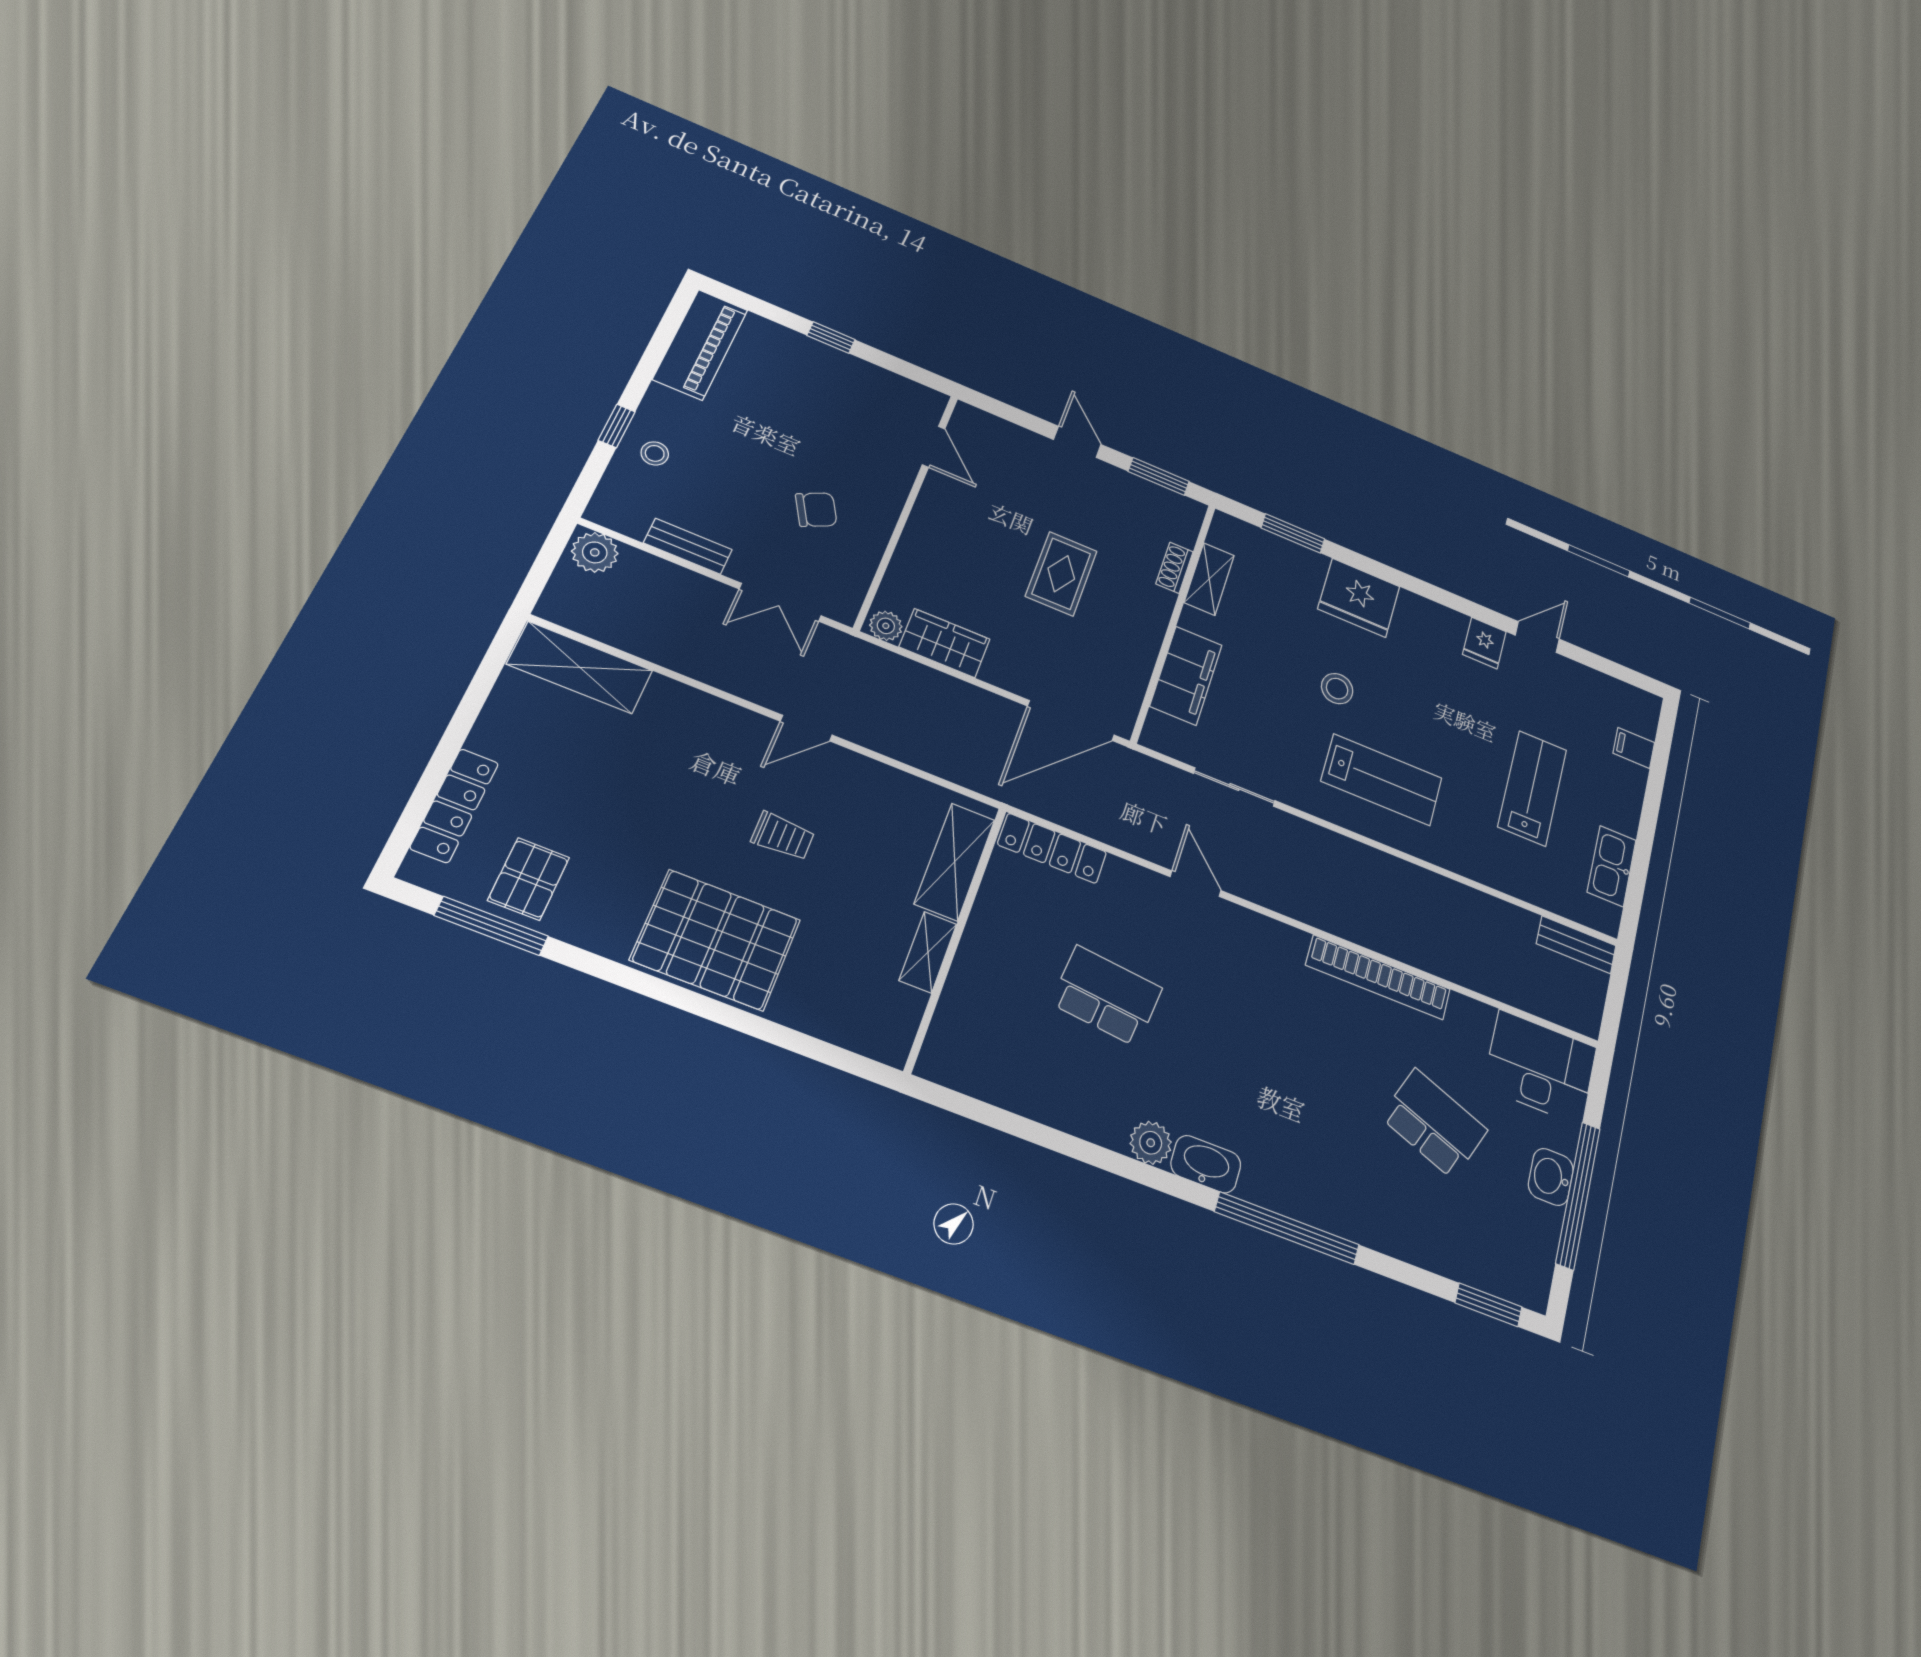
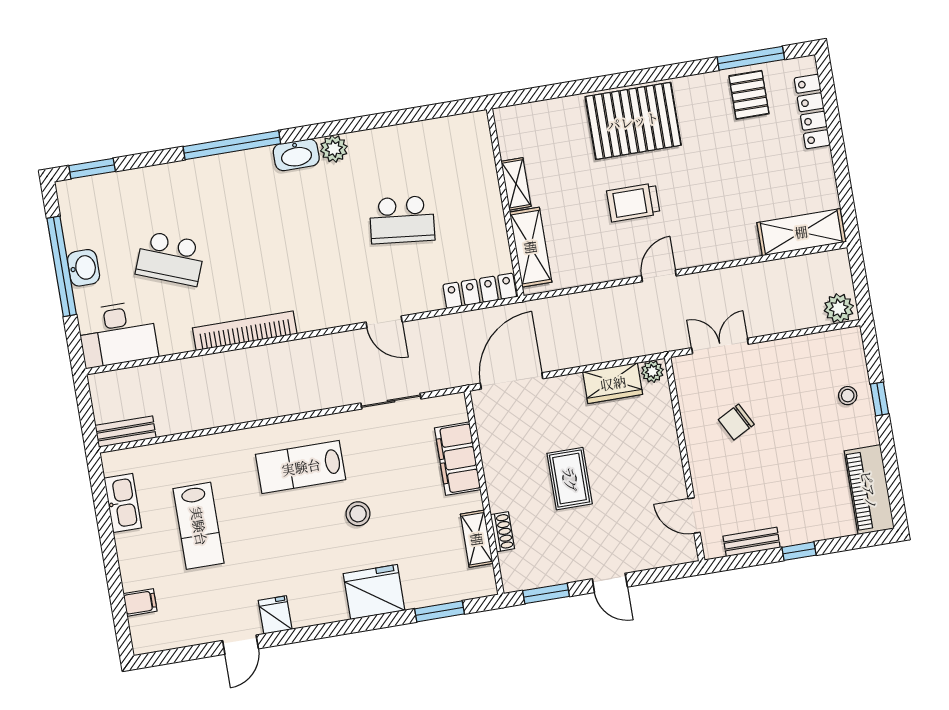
bench: (688, 546) -> (752, 542), moved
trolley: (783, 836) -> (633, 202), width x1.36, depth x1.39

